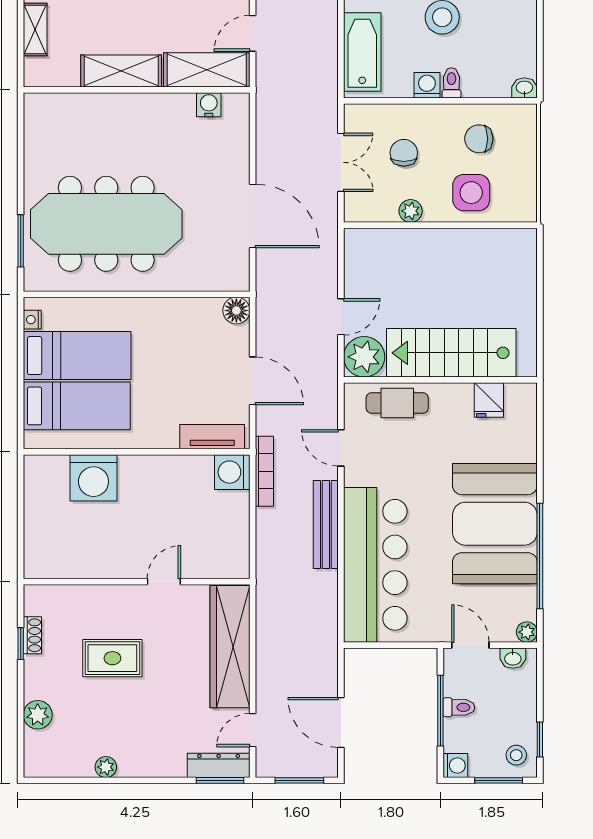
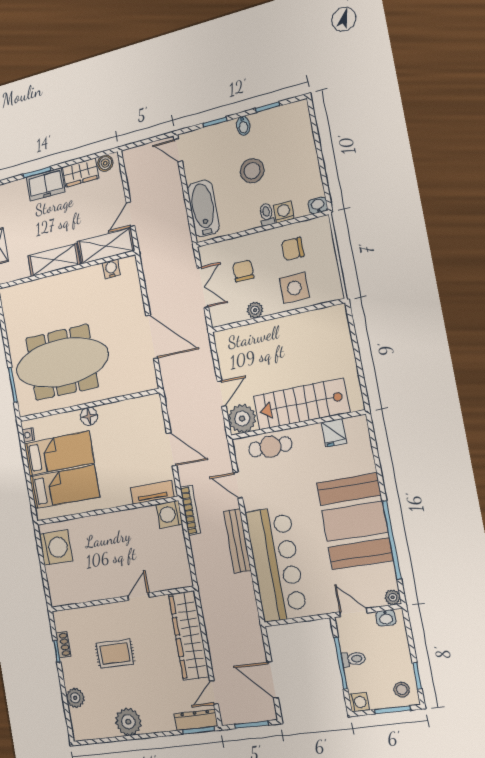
washing machine: (427, 85) -> (284, 212), moved
floor lamp: (236, 311) -> (89, 416), moved
washing machine: (93, 478) -> (56, 548), moved, turned -90
plant: (106, 767) -> (128, 722), width x1.87, depth x1.87

